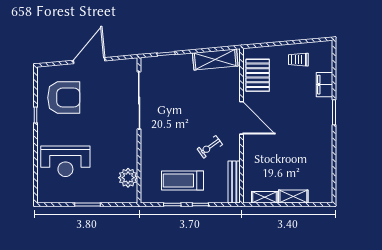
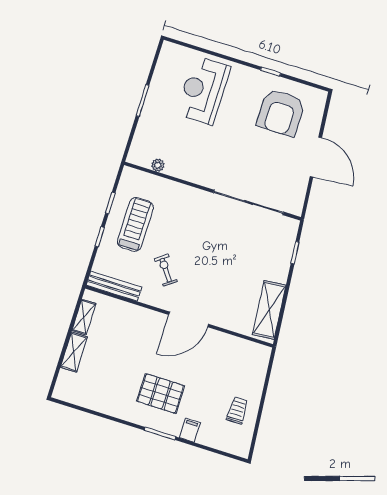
pallet: (258, 75) -> (161, 393), moved
filing cabinet: (325, 85) -> (190, 430), width x0.50
plant: (128, 178) -> (158, 165), width x0.53, depth x0.53

